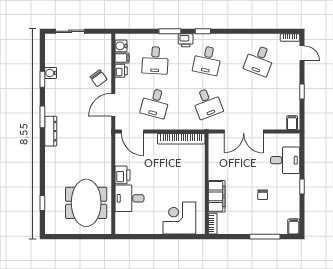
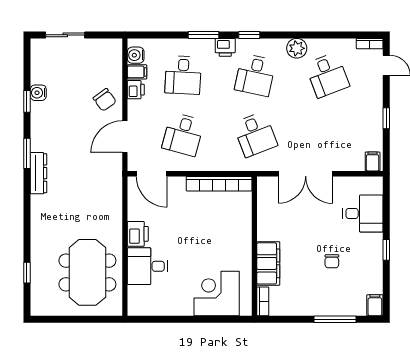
plant: (237, 41) -> (297, 48), added
desk: (259, 60) -> (327, 75), turned -42

